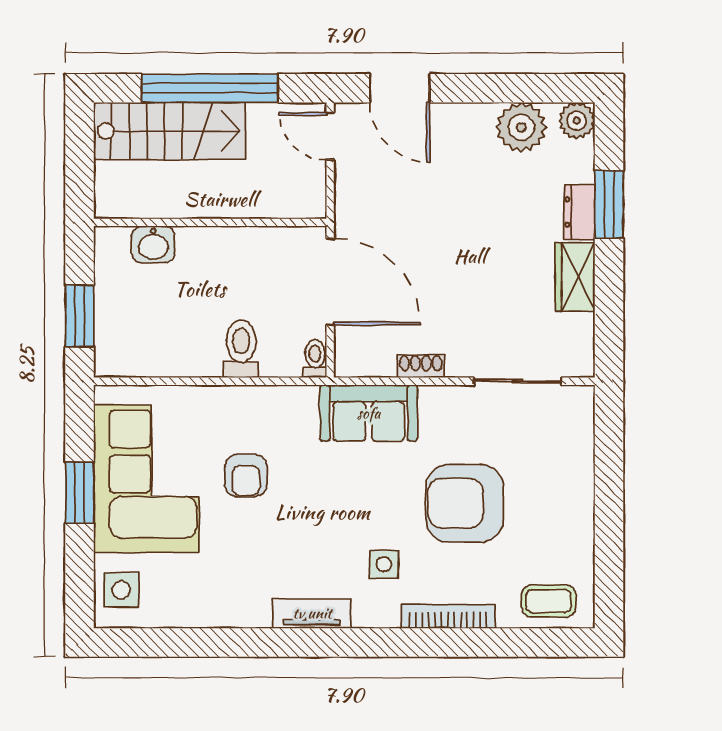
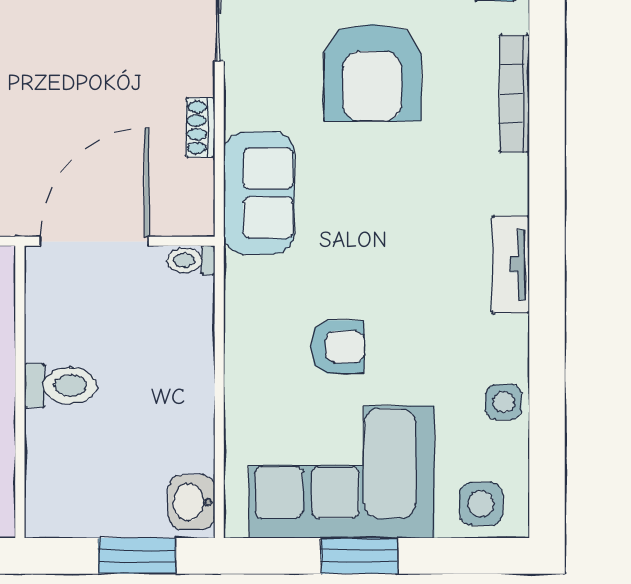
washbasin: (153, 244) -> (192, 502), moved, turned 180
toilet: (241, 349) -> (60, 386), moved, turned 180
side table: (384, 564) -> (504, 402), moved

